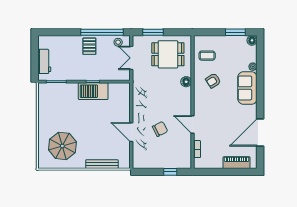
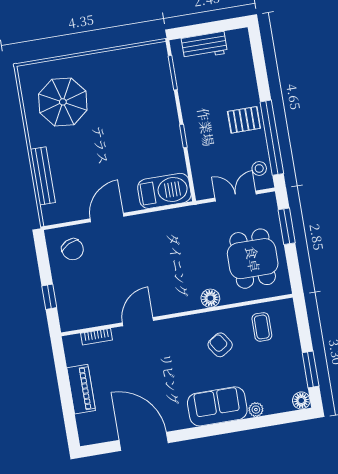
barbecue: (93, 91) -> (164, 191), moved, turned 90
chair: (160, 129) -> (73, 249), moved
piano: (237, 163) -> (81, 389), moved

